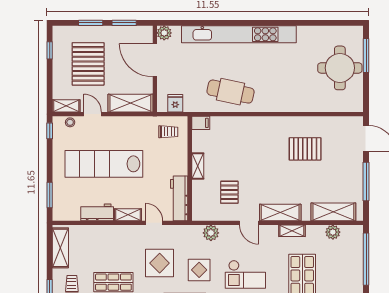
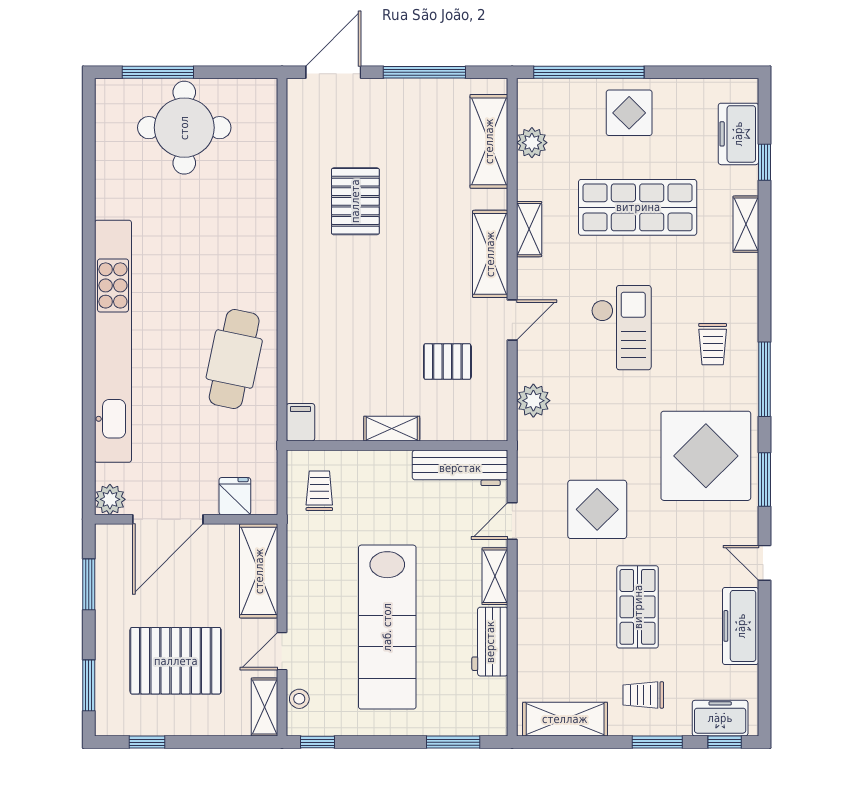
window: (91, 23) -> (89, 685), moved
fridge: (175, 103) -> (235, 496), moved, turned 90
display table: (199, 270) -> (629, 113), moved

